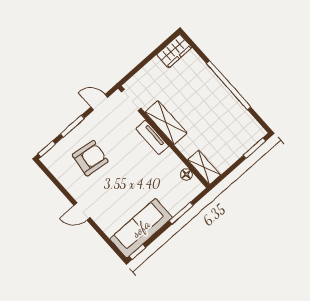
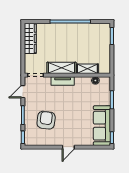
wardrobe: (174, 51) -> (30, 38), width x1.50
shelving: (204, 167) -> (87, 69), moved

